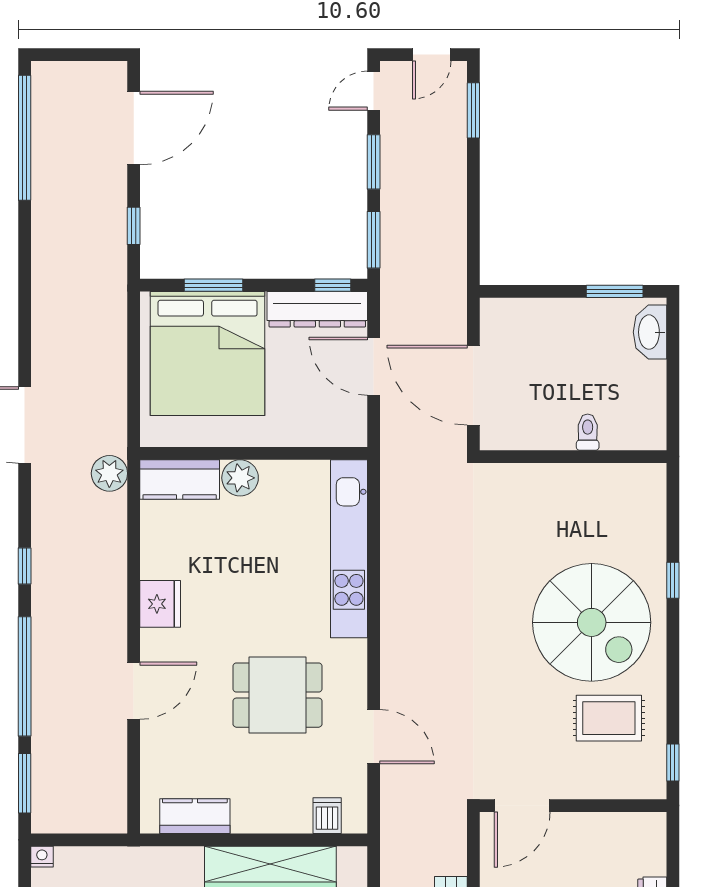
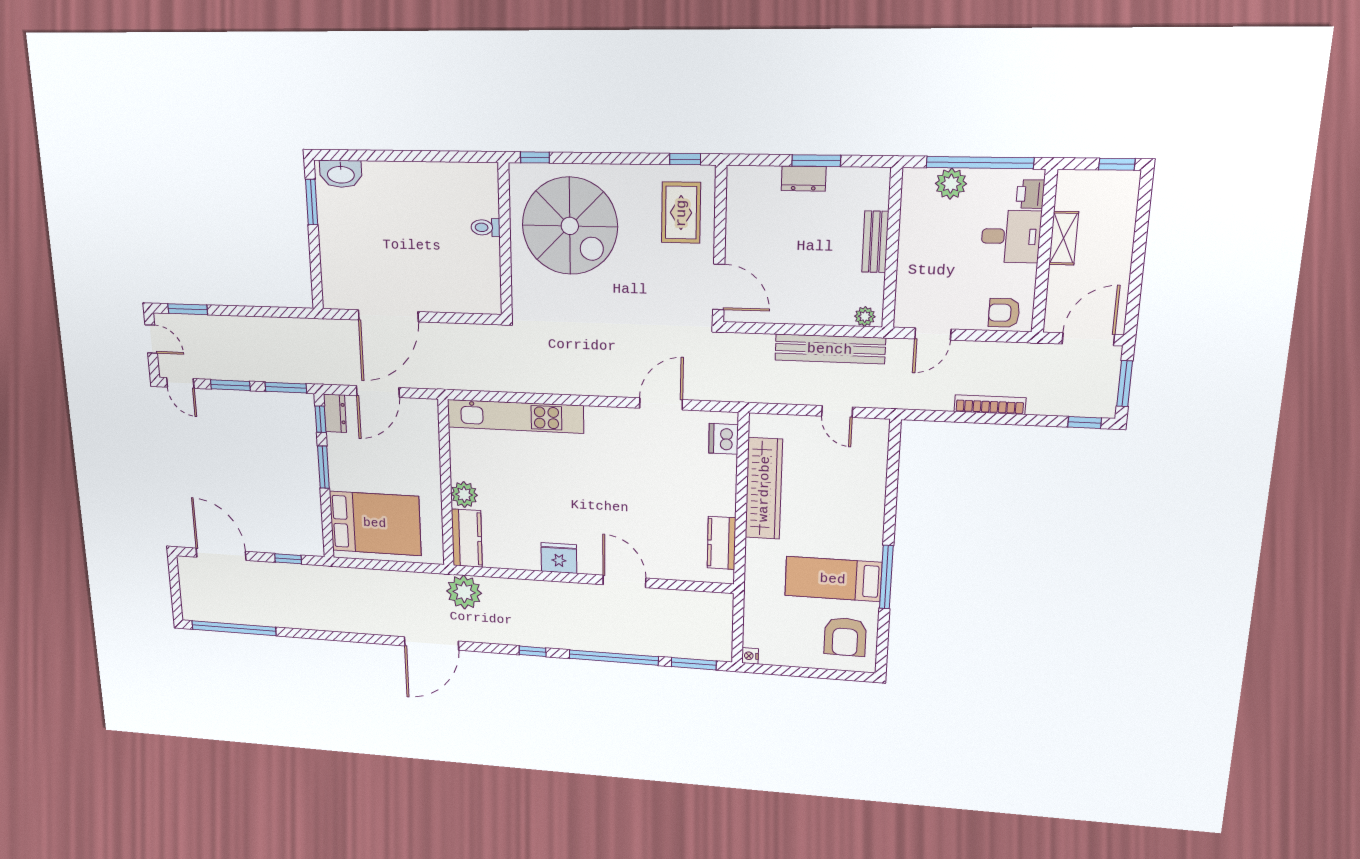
window: (214, 285) -> (323, 467), moved
dresser: (317, 309) -> (335, 413), width x0.51, depth x0.80
bed: (208, 354) -> (375, 523), width x0.73
toilet: (588, 432) -> (486, 227), moved
wall: (573, 457) -> (505, 240), moved
plant: (109, 473) -> (464, 592), width x1.36, depth x1.36
spiral stairs: (592, 622) -> (570, 226), turned 90
dining table: (277, 695) -> (628, 476), removed
rug: (609, 718) -> (681, 213), moved
dishwasher: (327, 816) -> (723, 439), width x1.38

